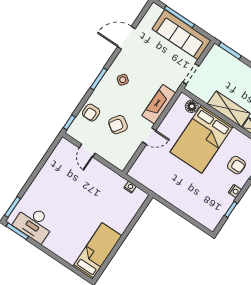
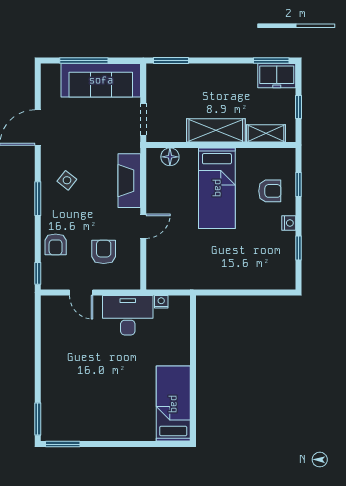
armchair: (118, 125) -> (104, 252), moved, turned 146
bed: (202, 139) -> (217, 188), width x0.67
desk: (34, 223) -> (128, 315), moved, turned 180

